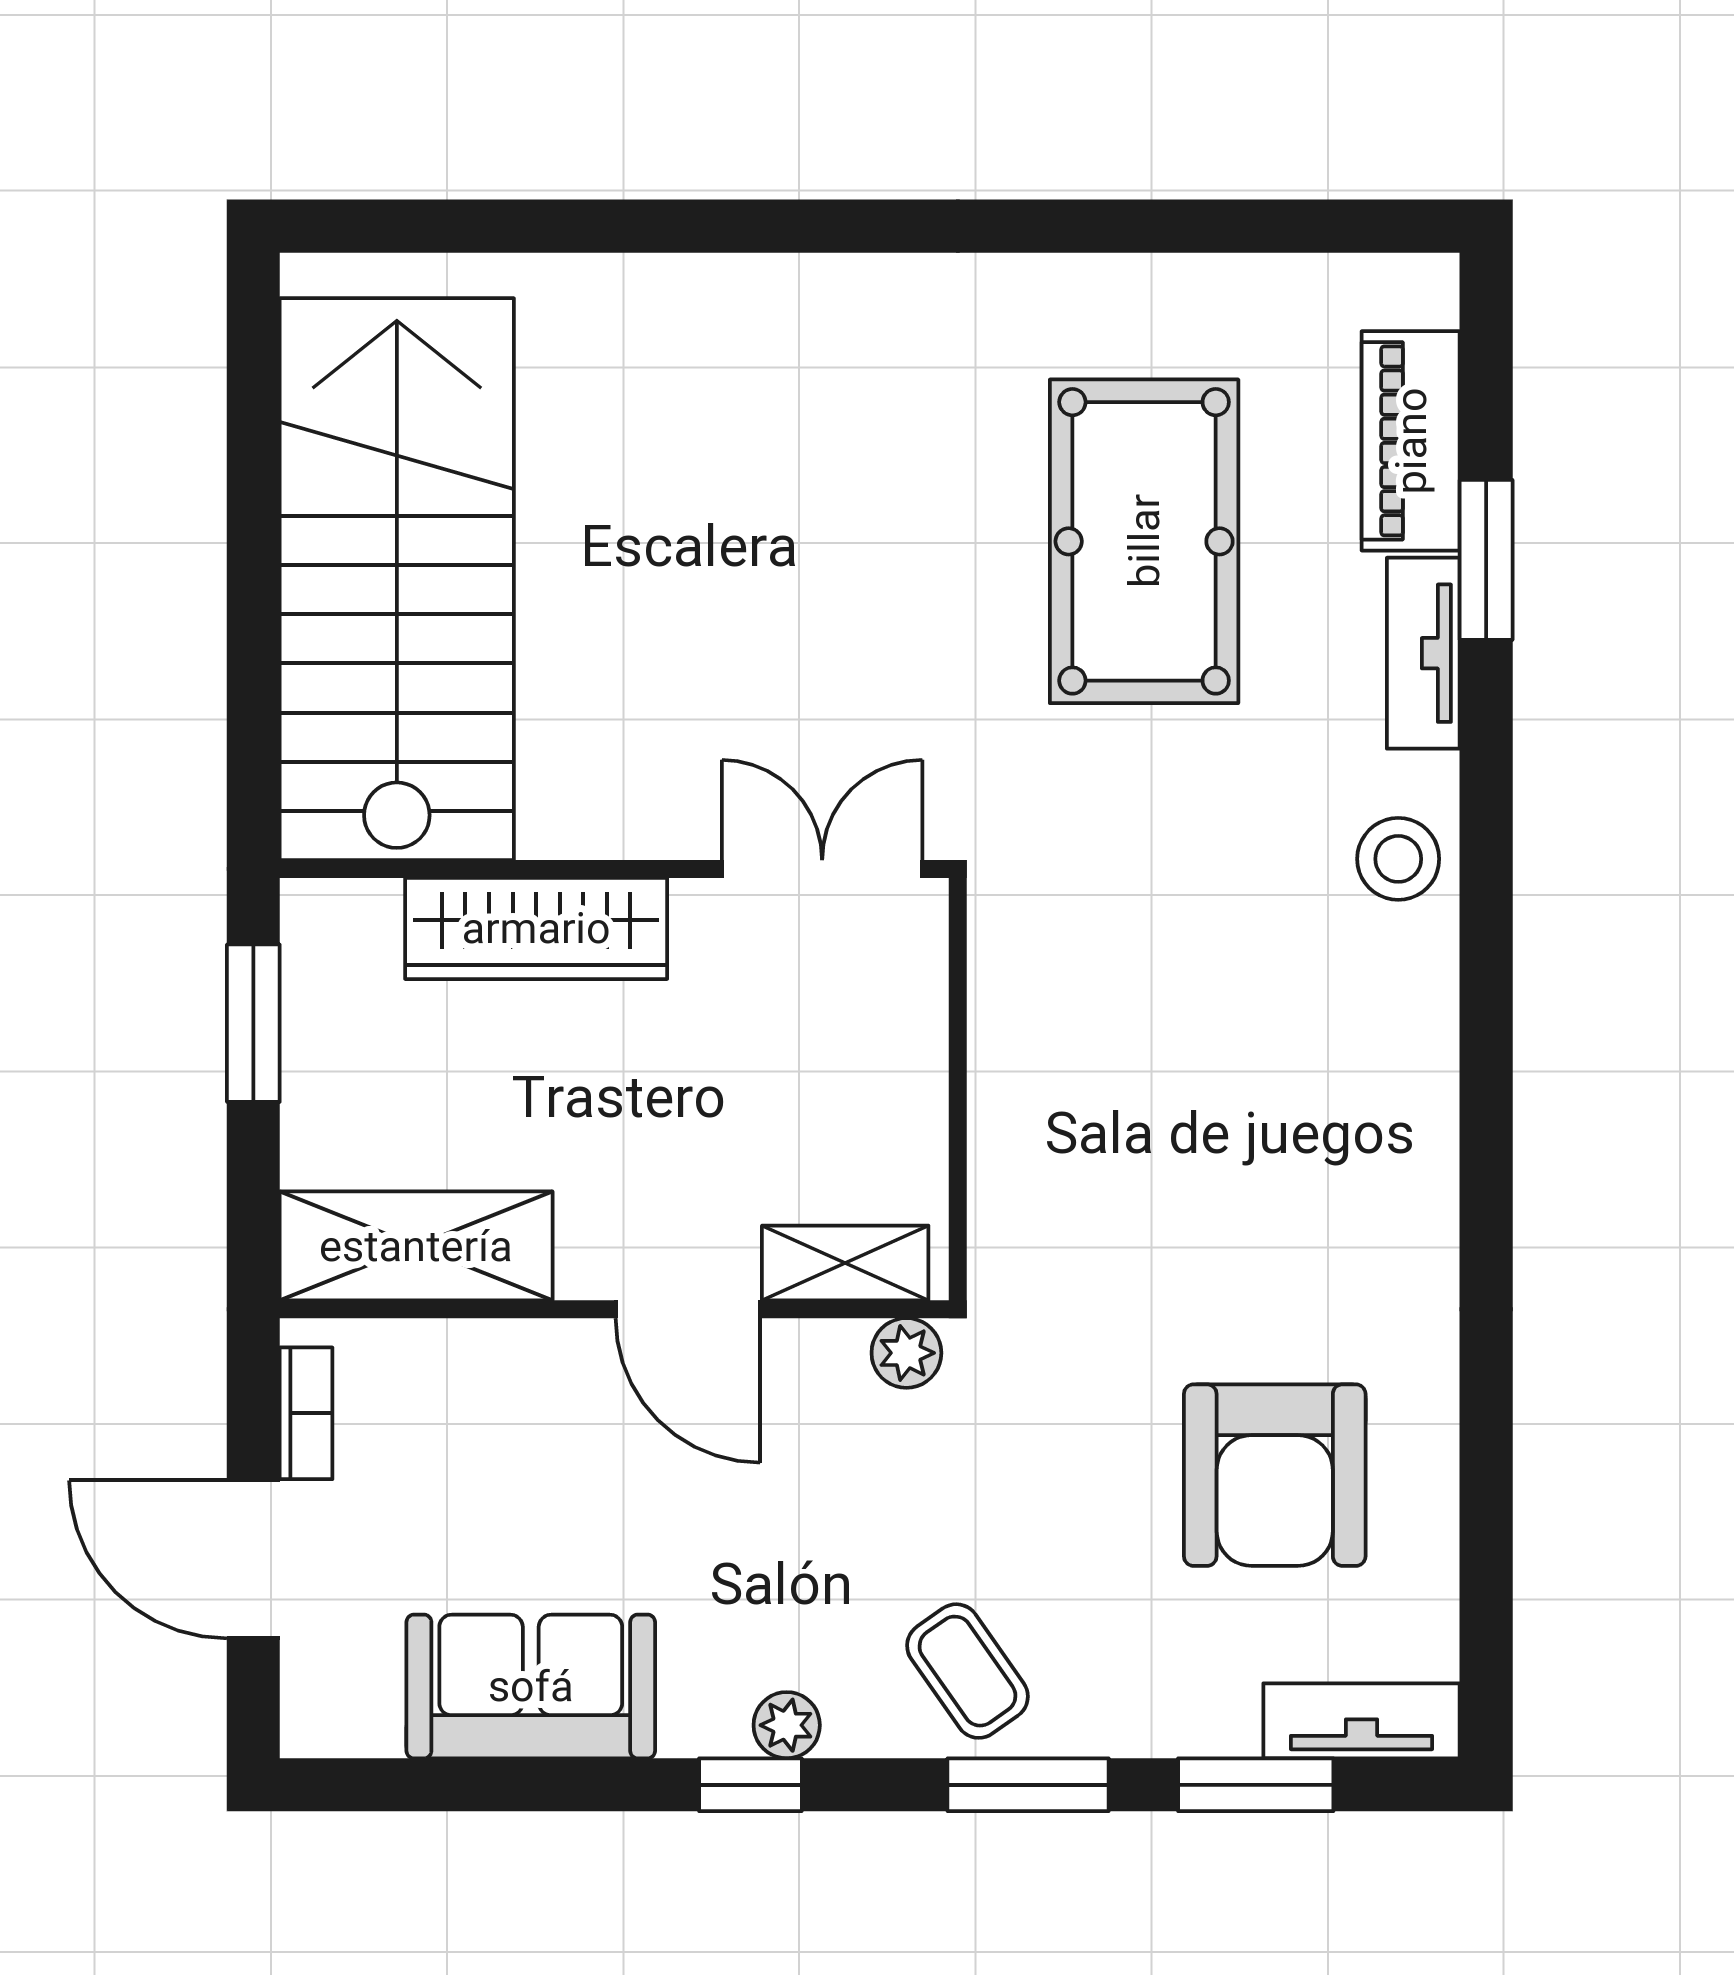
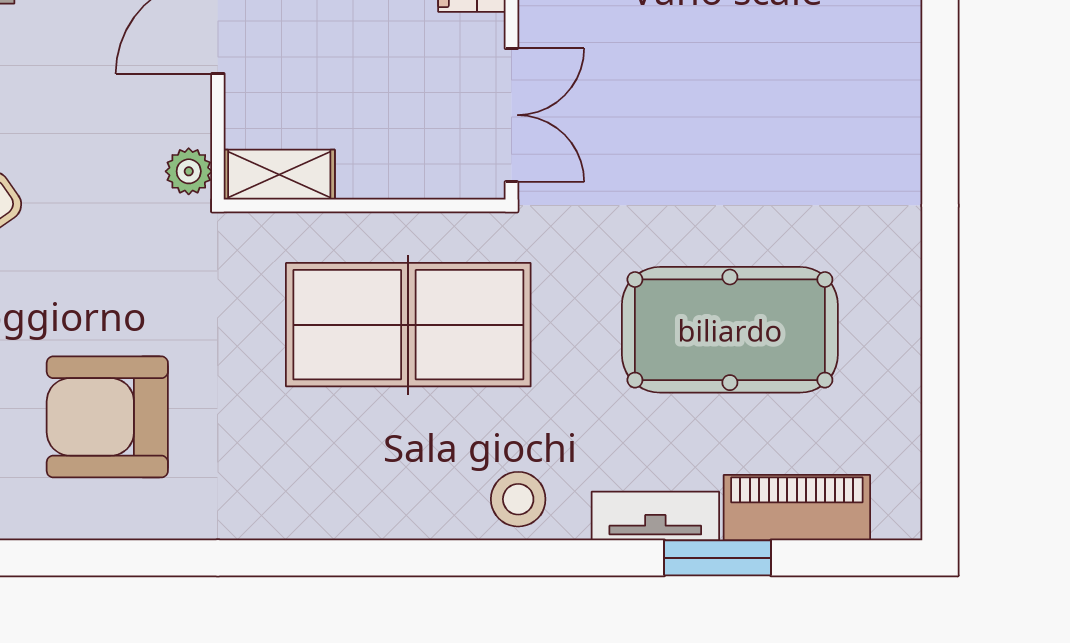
table tennis table: (1136, 1024) -> (408, 325), added
shelving: (845, 1263) -> (279, 175), moved, turned 90

